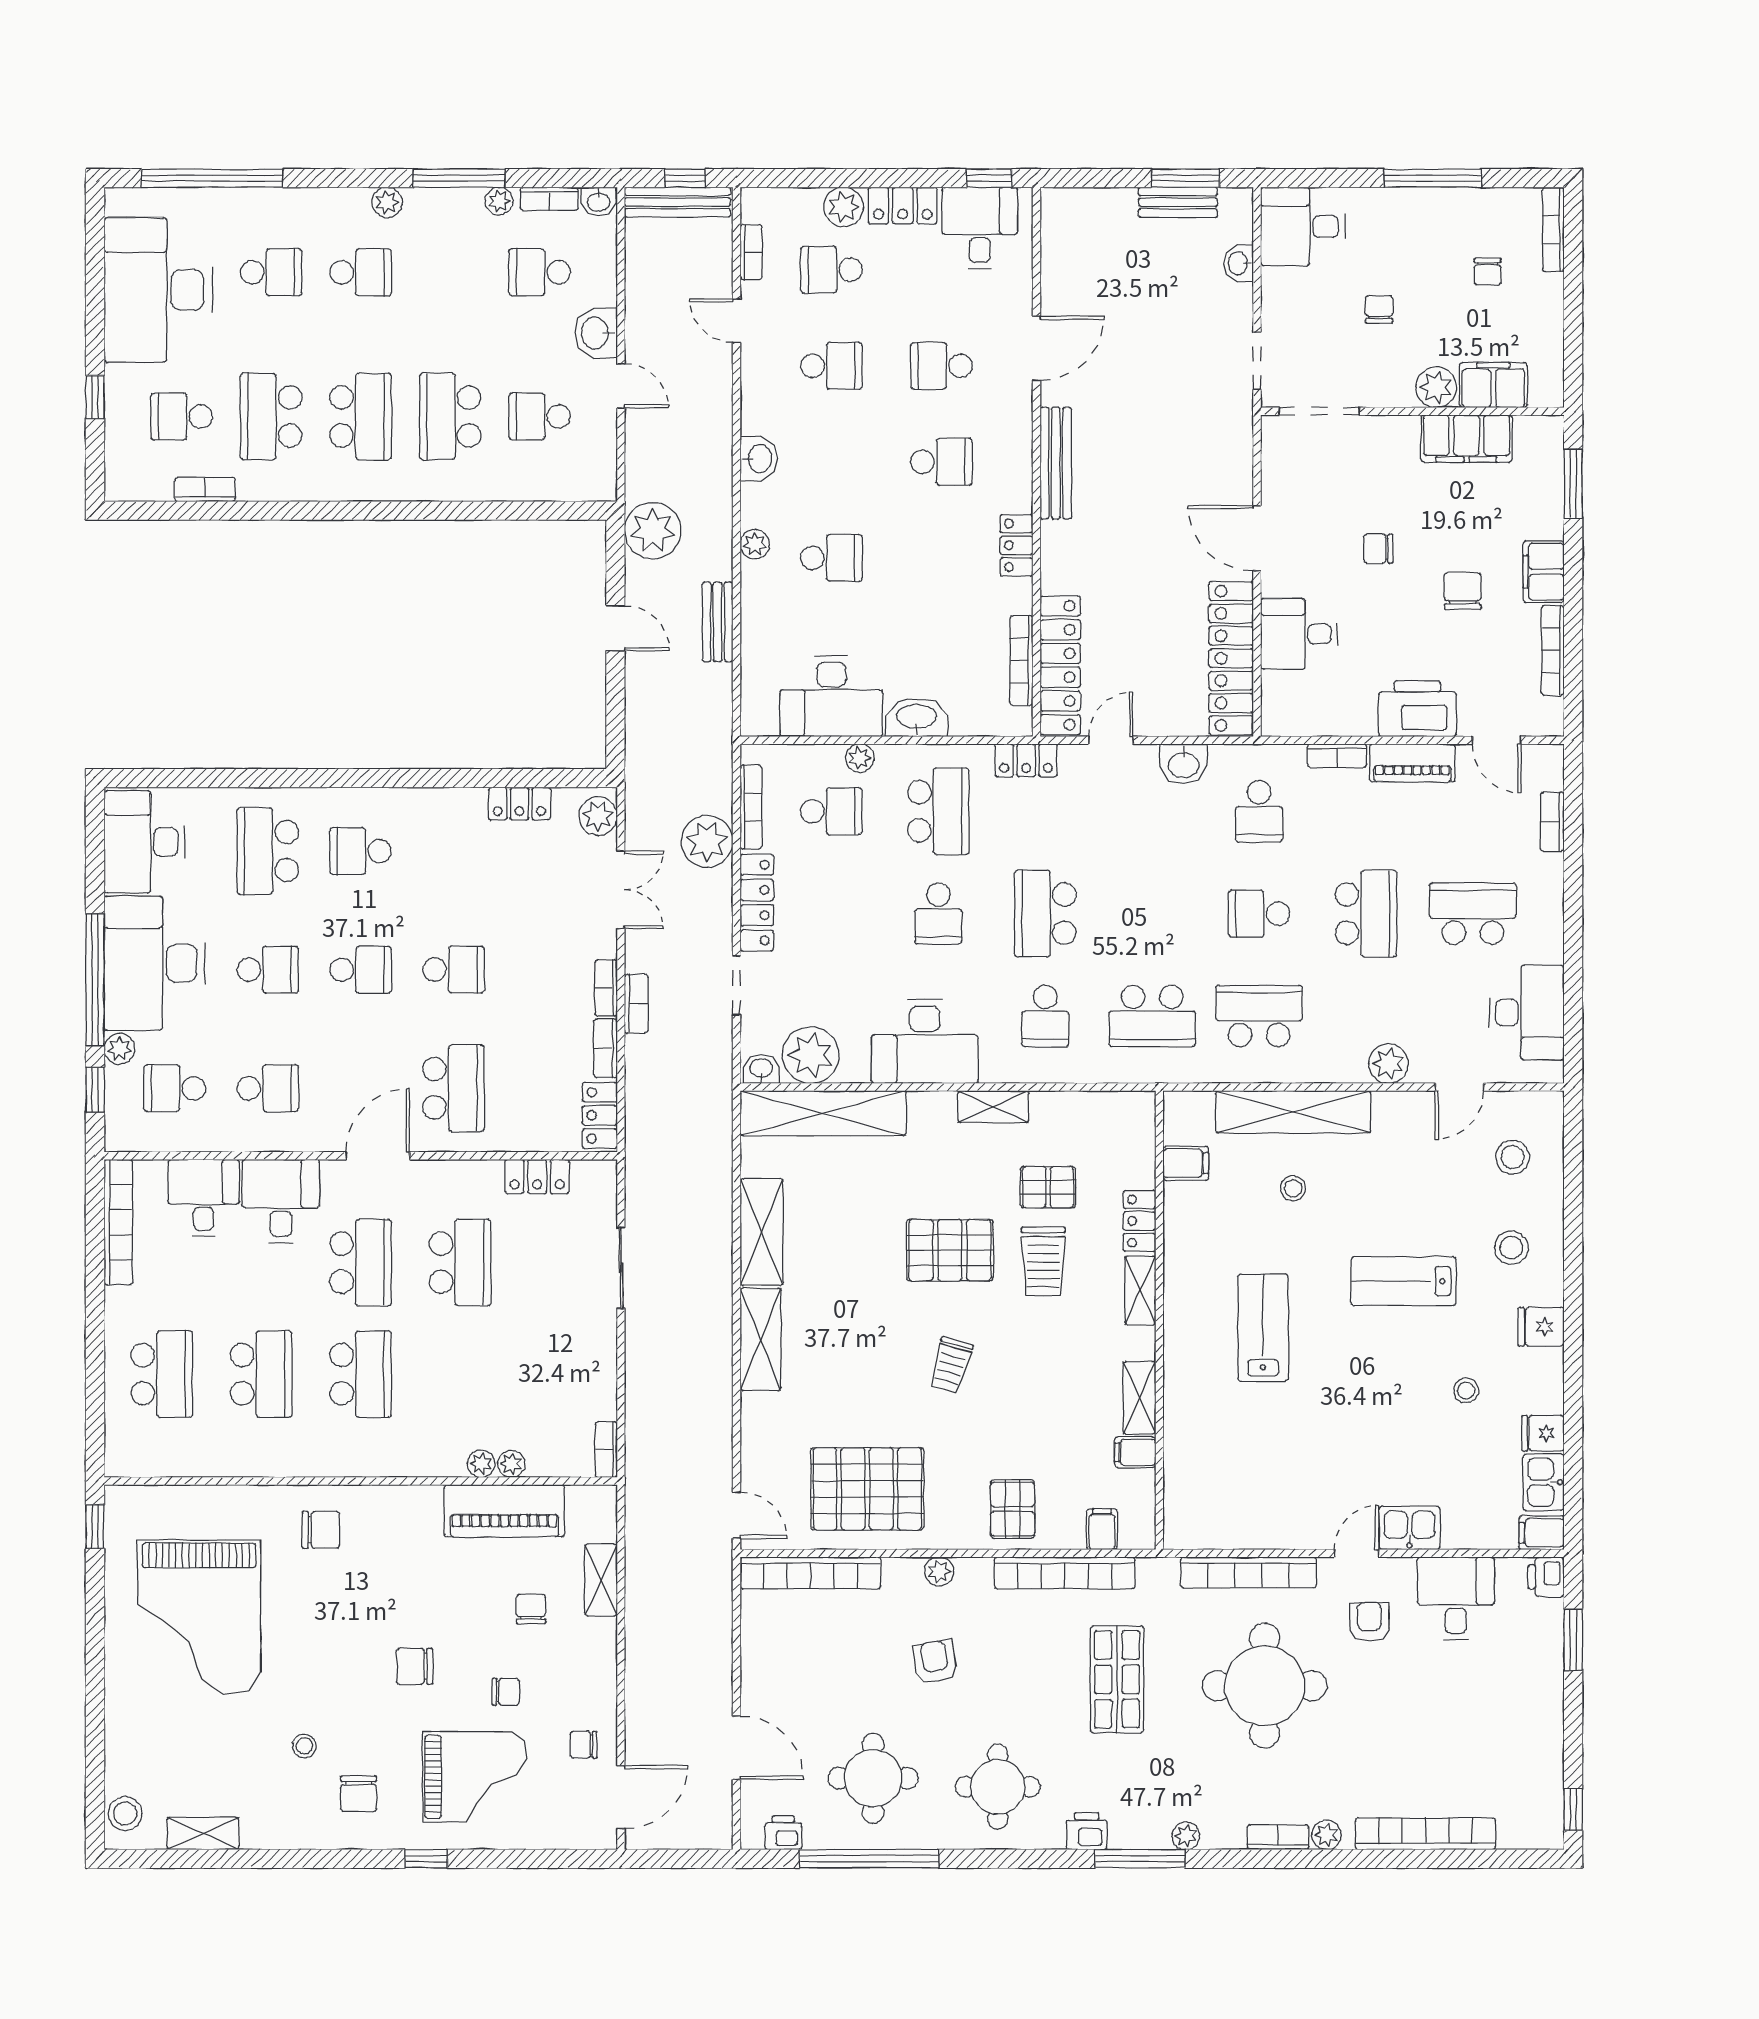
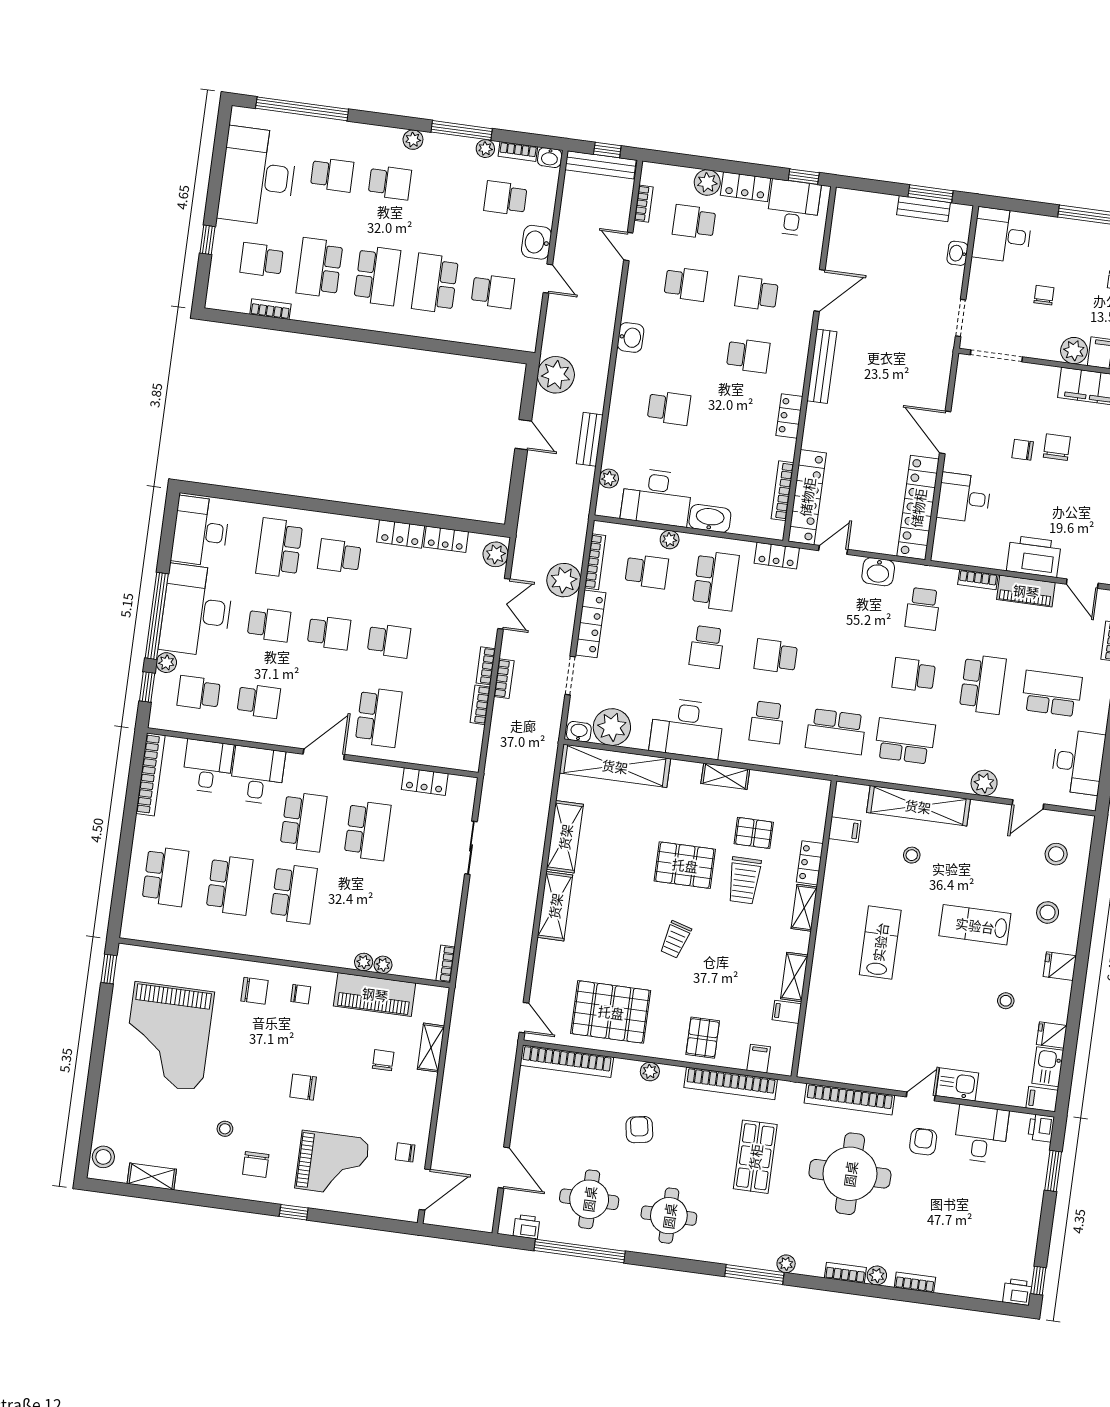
school desk: (540, 416) -> (493, 291), turned 180
plant: (755, 544) -> (609, 478), moved
chair: (1463, 591) -> (1057, 447), moved
school desk: (1045, 914) -> (776, 656), width x0.54
locker: (600, 1115) -> (401, 534), moved, turned -90
chair: (506, 1692) -> (301, 994), moved
printer: (1087, 1831) -> (1017, 1292), moved
bookcase: (1425, 1834) -> (915, 1282), width x0.43, depth x0.76

